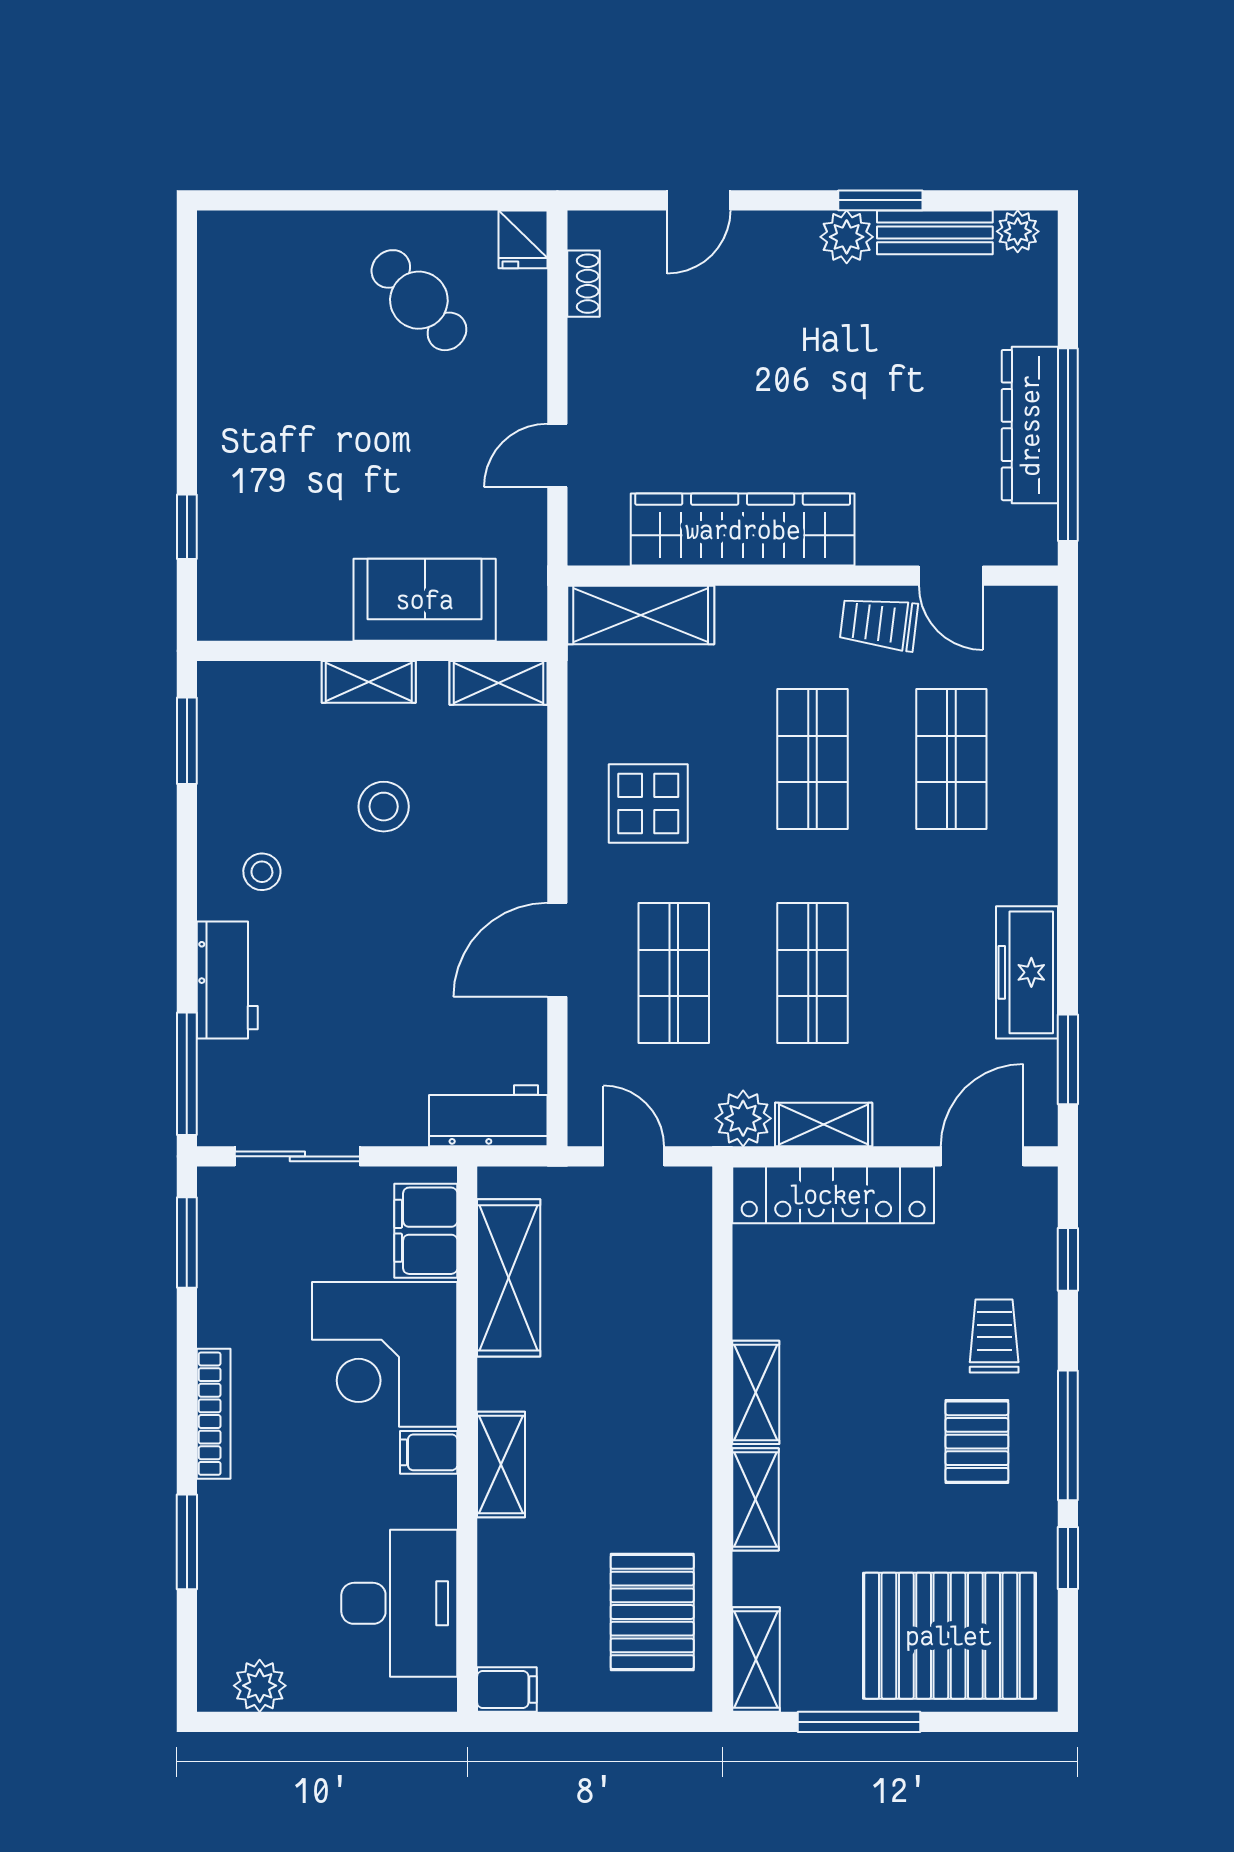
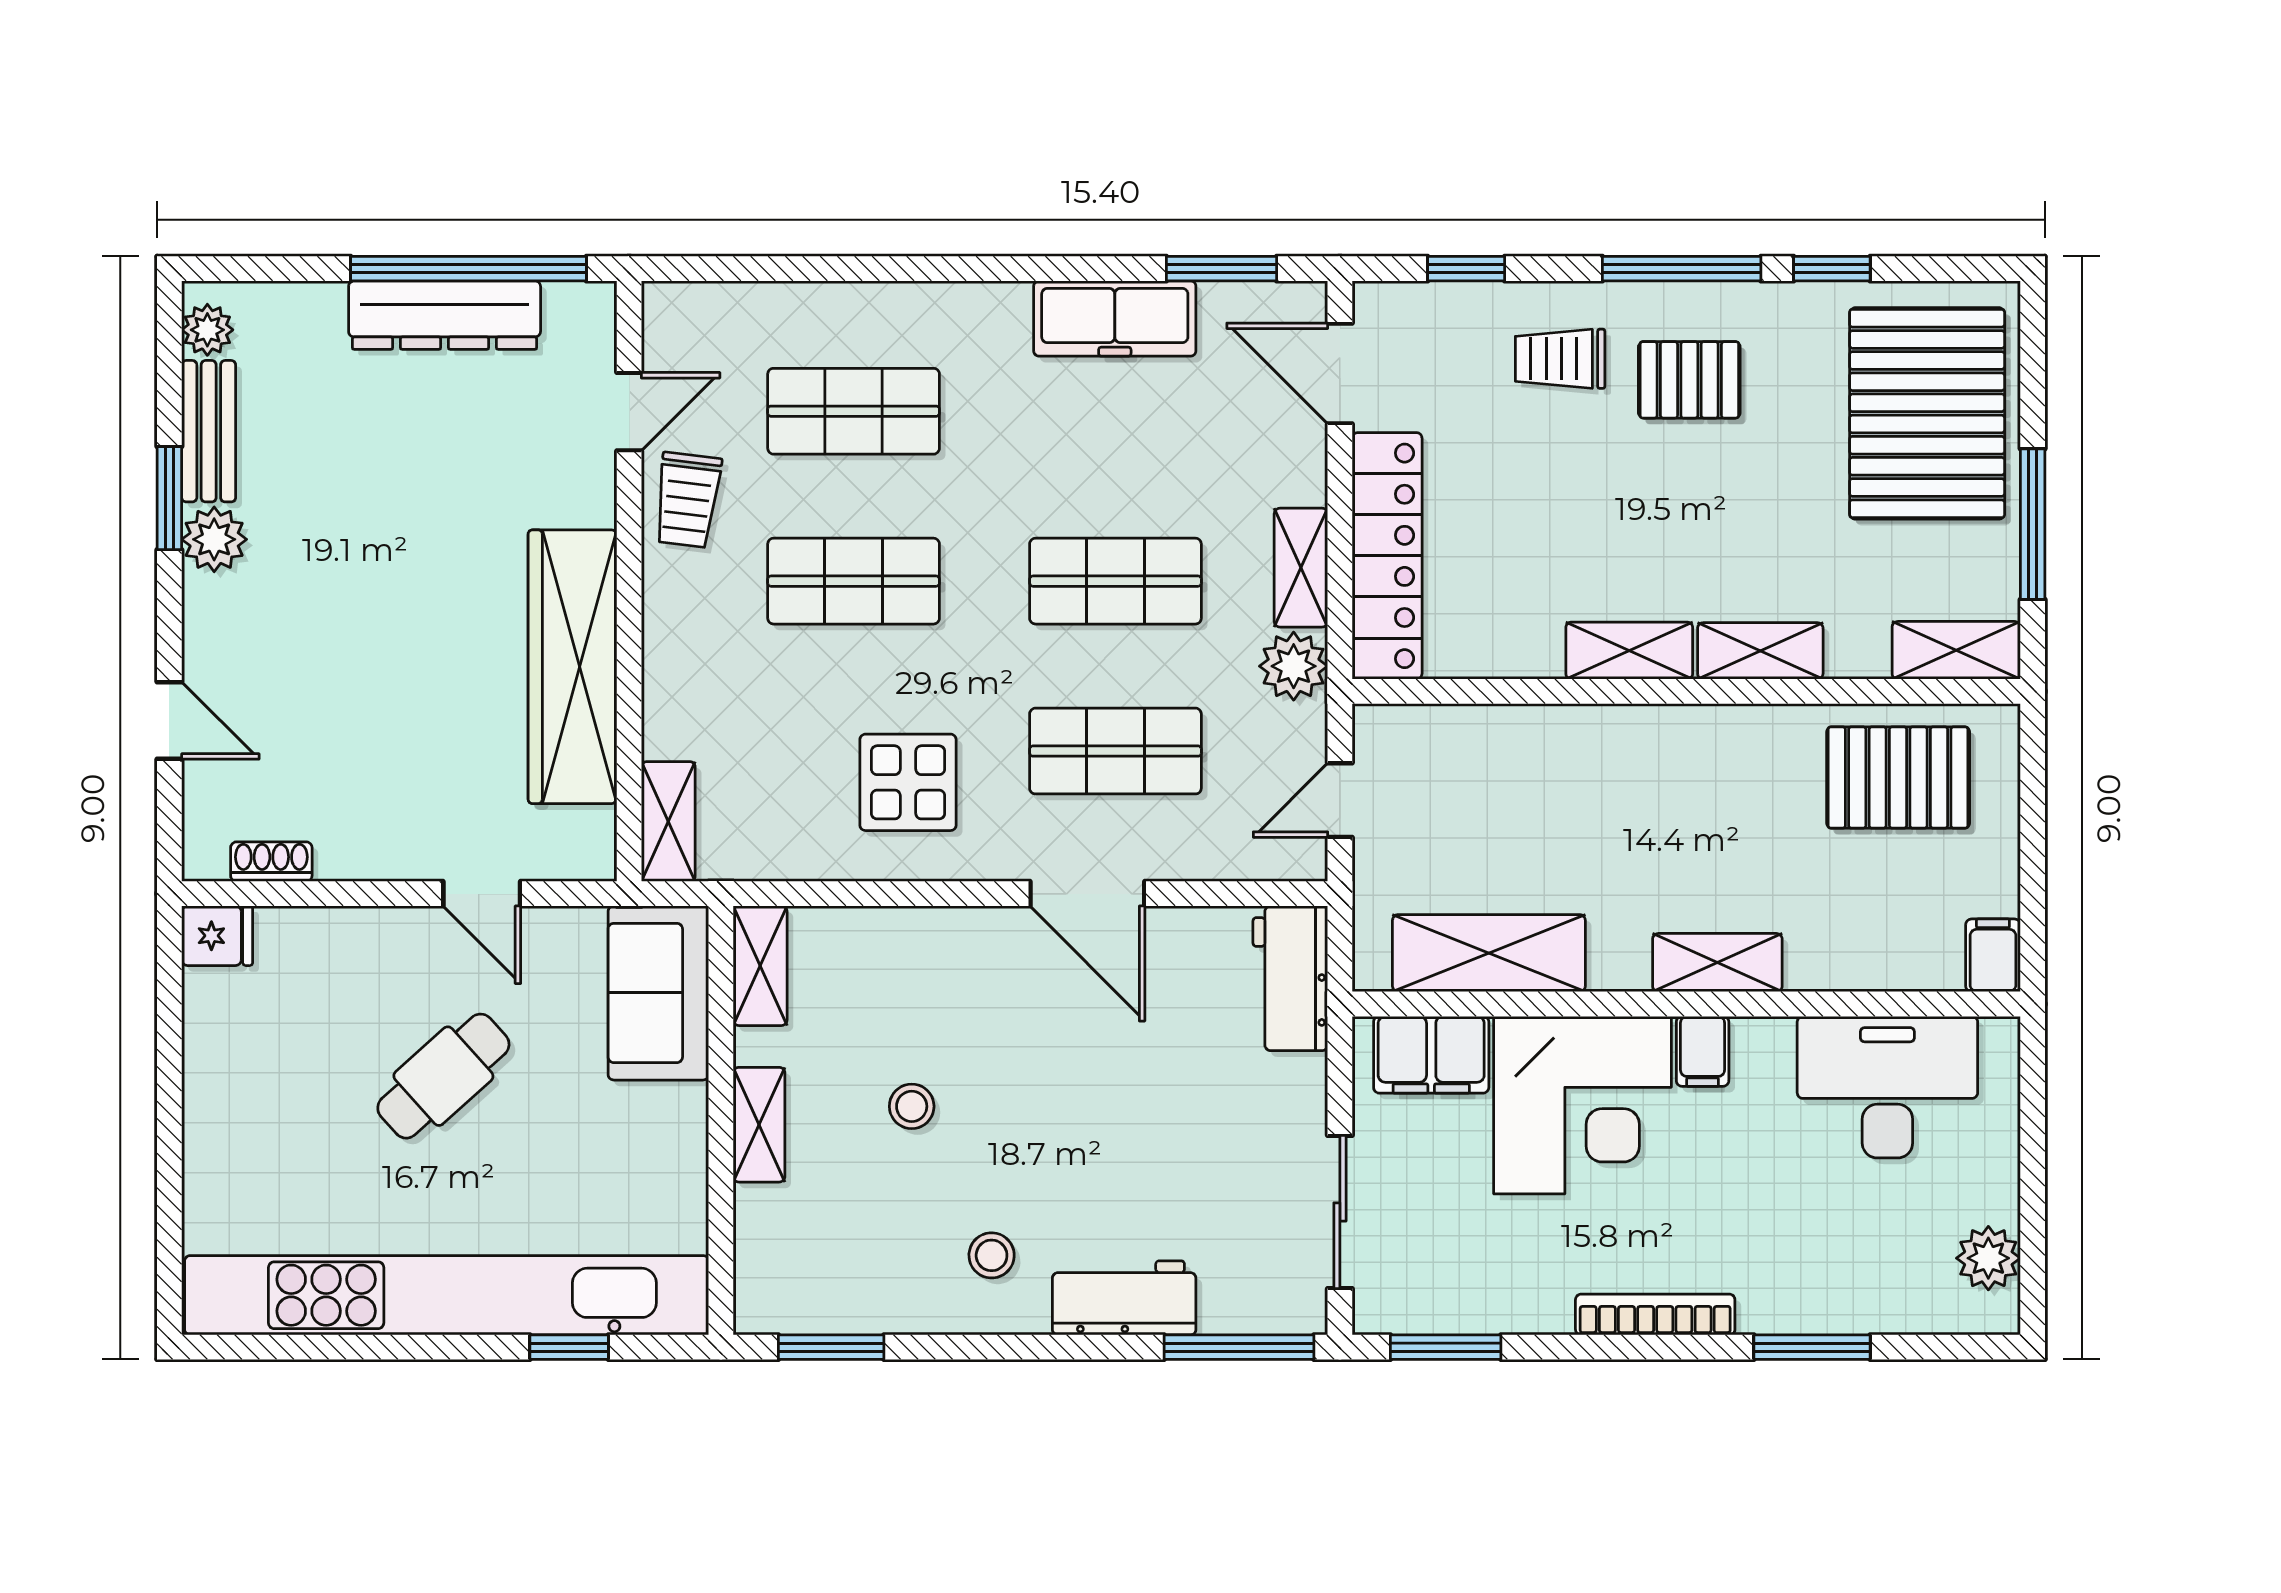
cafe table: (419, 300) -> (443, 1076), moved
kitchen unit: (229, 427) -> (447, 1295), added
sofa: (425, 600) -> (658, 993), moved
shelving: (641, 615) -> (668, 822), width x0.67, depth x0.75
stool: (384, 807) -> (912, 1106), width x0.73, depth x0.73

